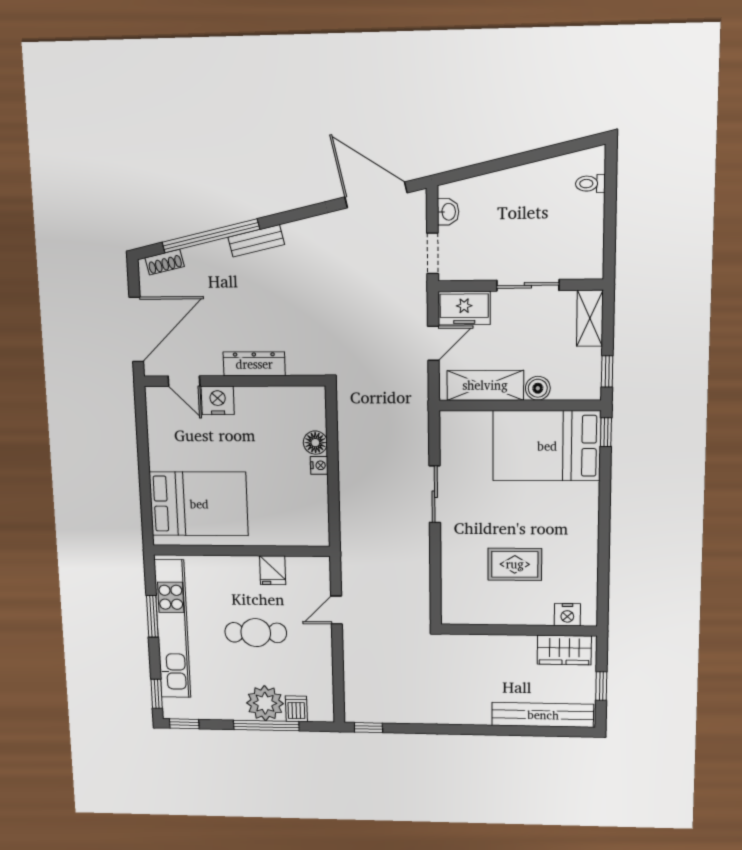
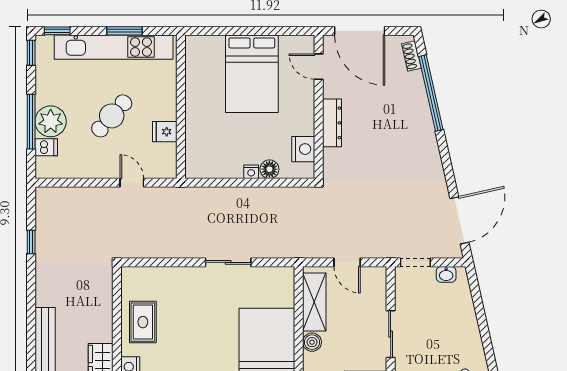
bench: (256, 241) -> (427, 128), removed
freezer: (464, 308) -> (374, 286), removed
door: (184, 381) -> (319, 67), hinge flipped
nightstand: (218, 400) -> (303, 149), moved
bed: (199, 504) -> (252, 74), moved
rug: (515, 564) -> (143, 322), moved
cafe table: (256, 633) -> (112, 116), turned 42
window: (368, 728) -> (31, 242), moved

